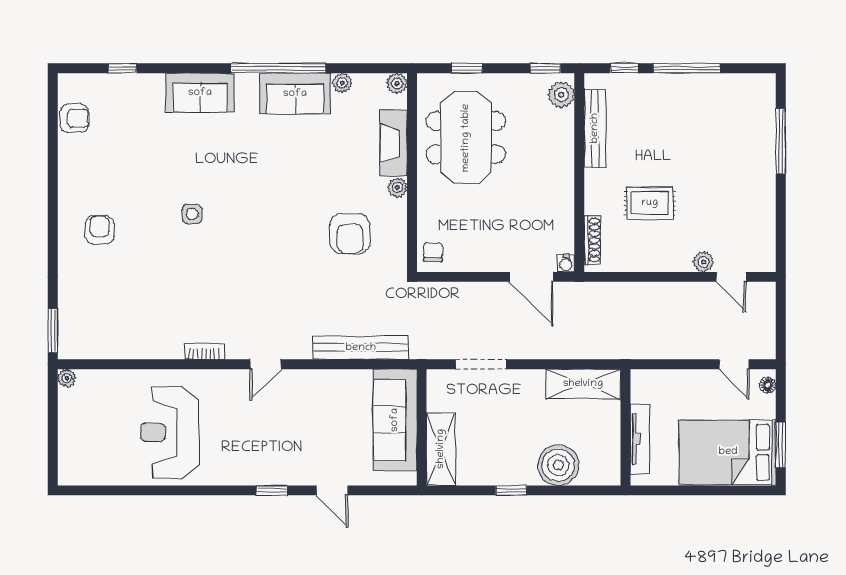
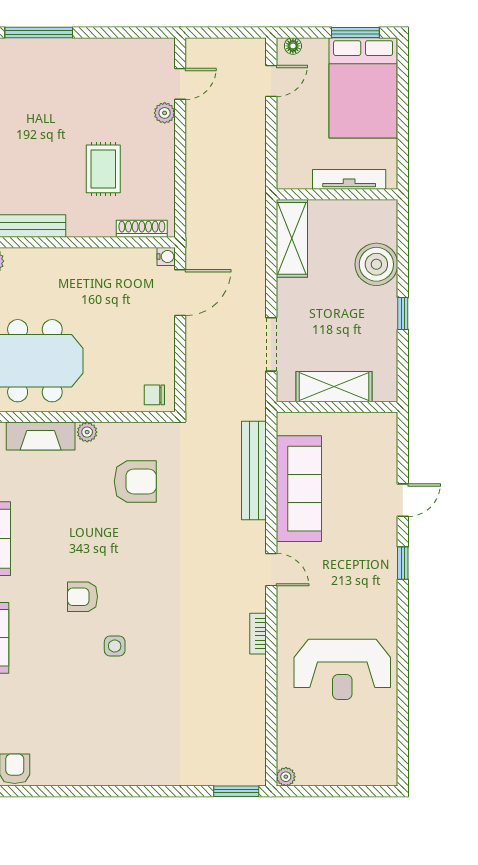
armchair: (100, 230) -> (82, 597), moved
sofa: (395, 420) -> (299, 489), moved, turned -90
shelving: (441, 449) -> (334, 387), moved

